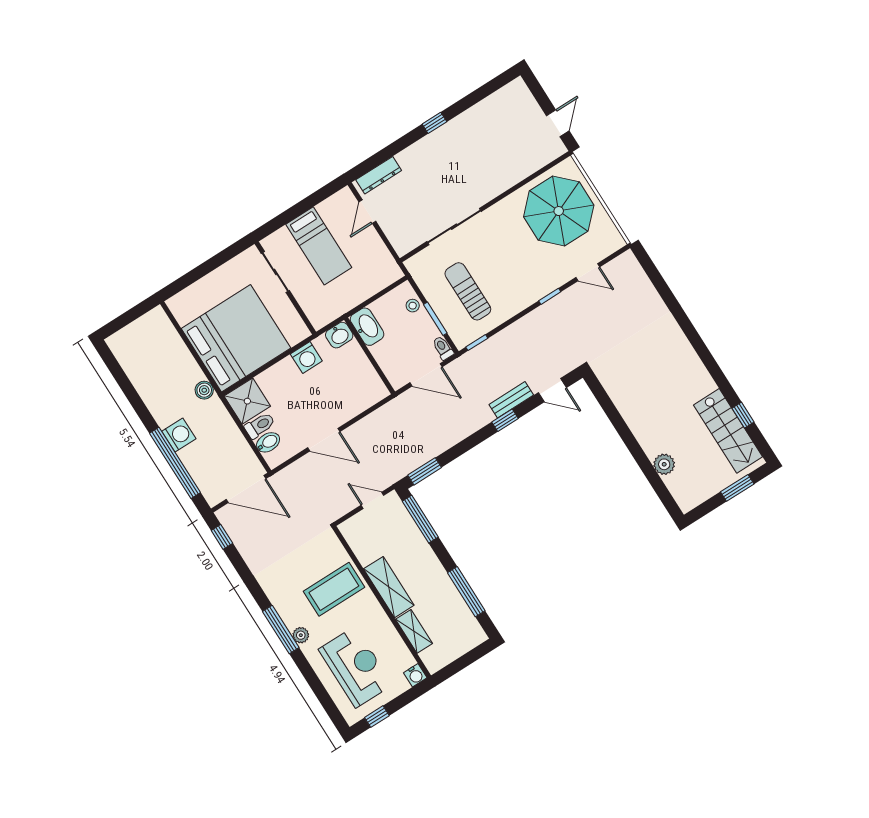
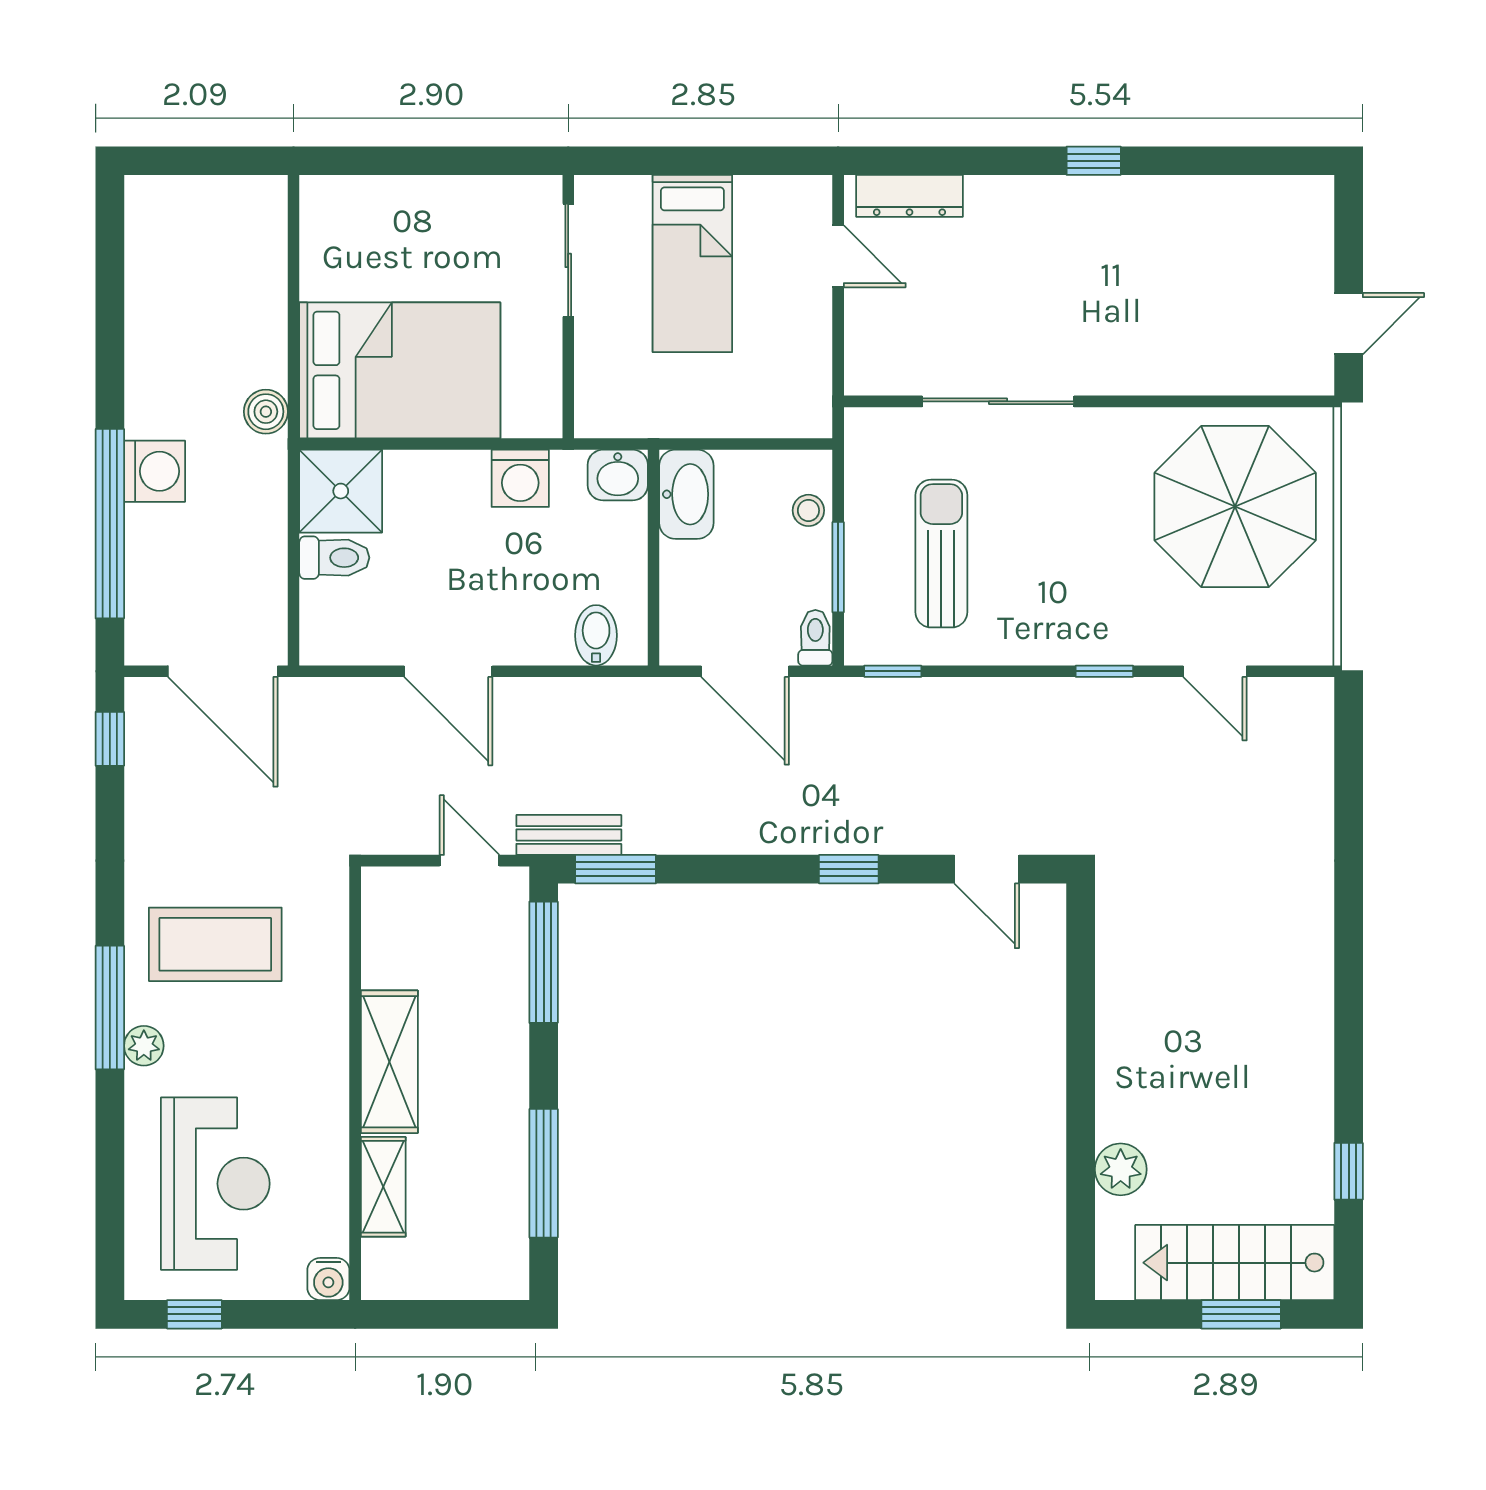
door: (367, 212) -> (838, 256), swing flipped
bed: (236, 338) -> (400, 370), width x0.73
bench: (511, 400) -> (569, 835), moved
stairs: (728, 431) -> (1235, 1263), moved, turned 90
bidet: (268, 442) -> (596, 635), moved, turned -90
coffee table: (334, 589) -> (215, 944), moved

